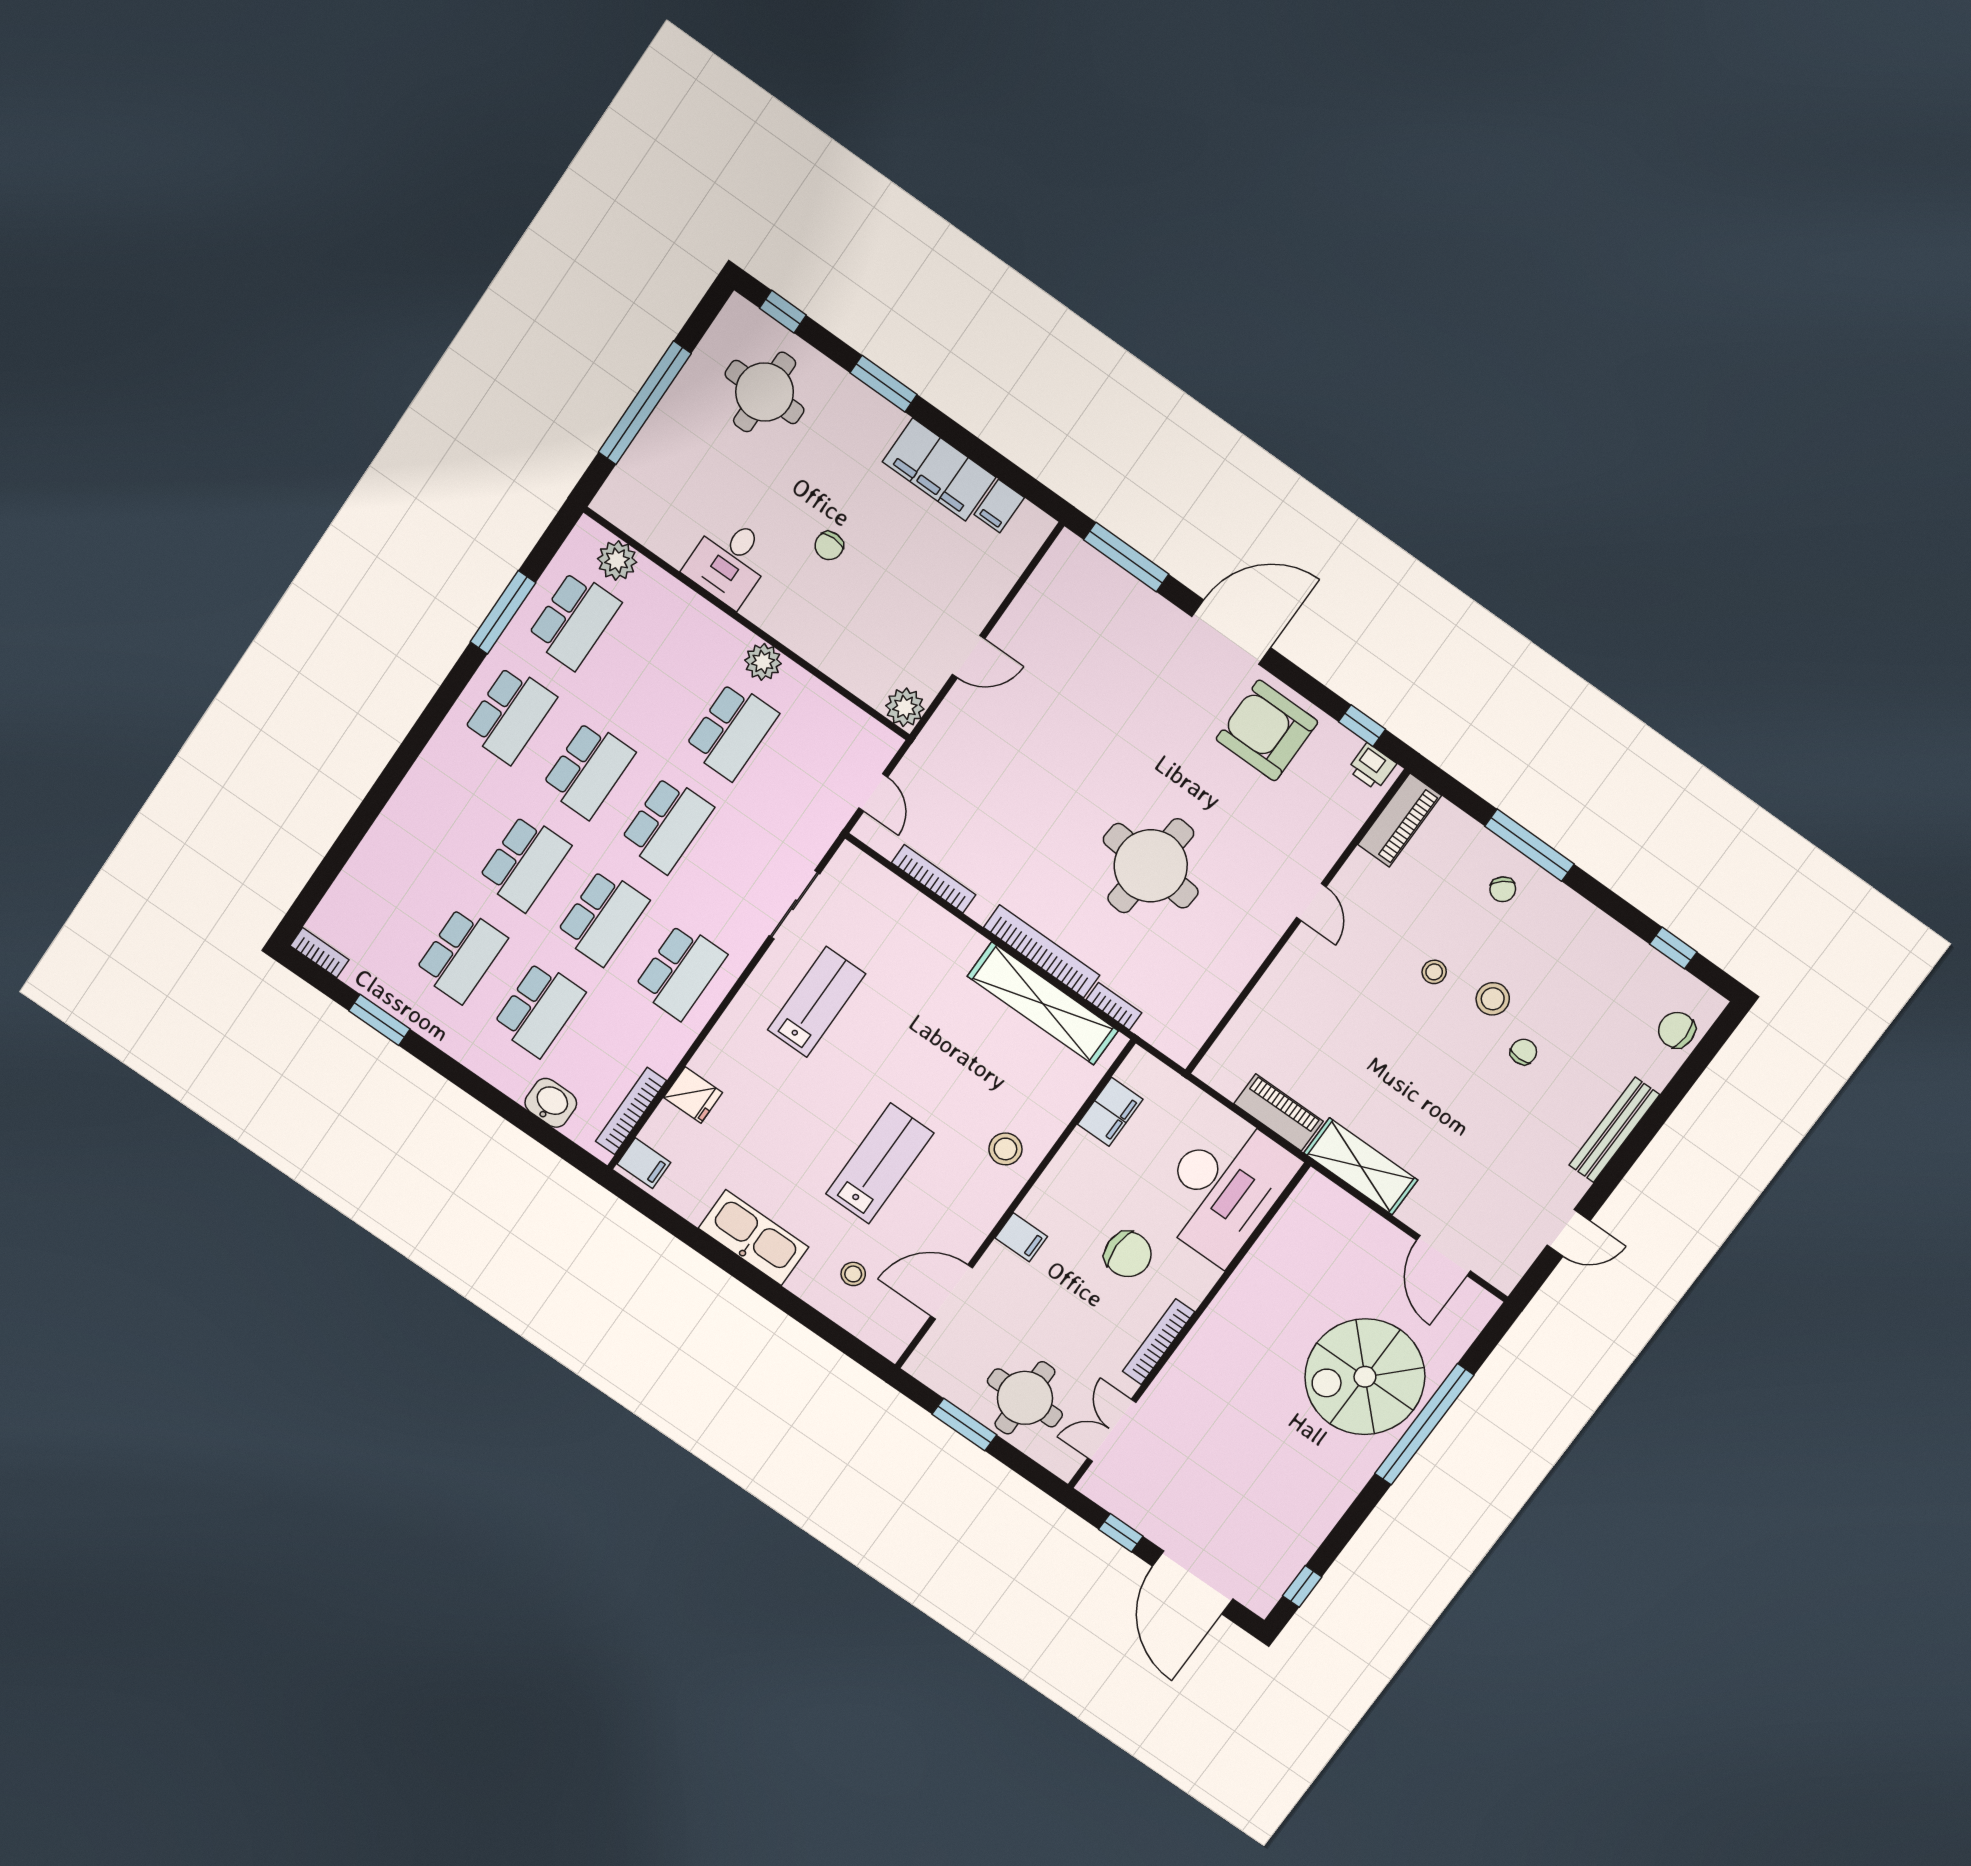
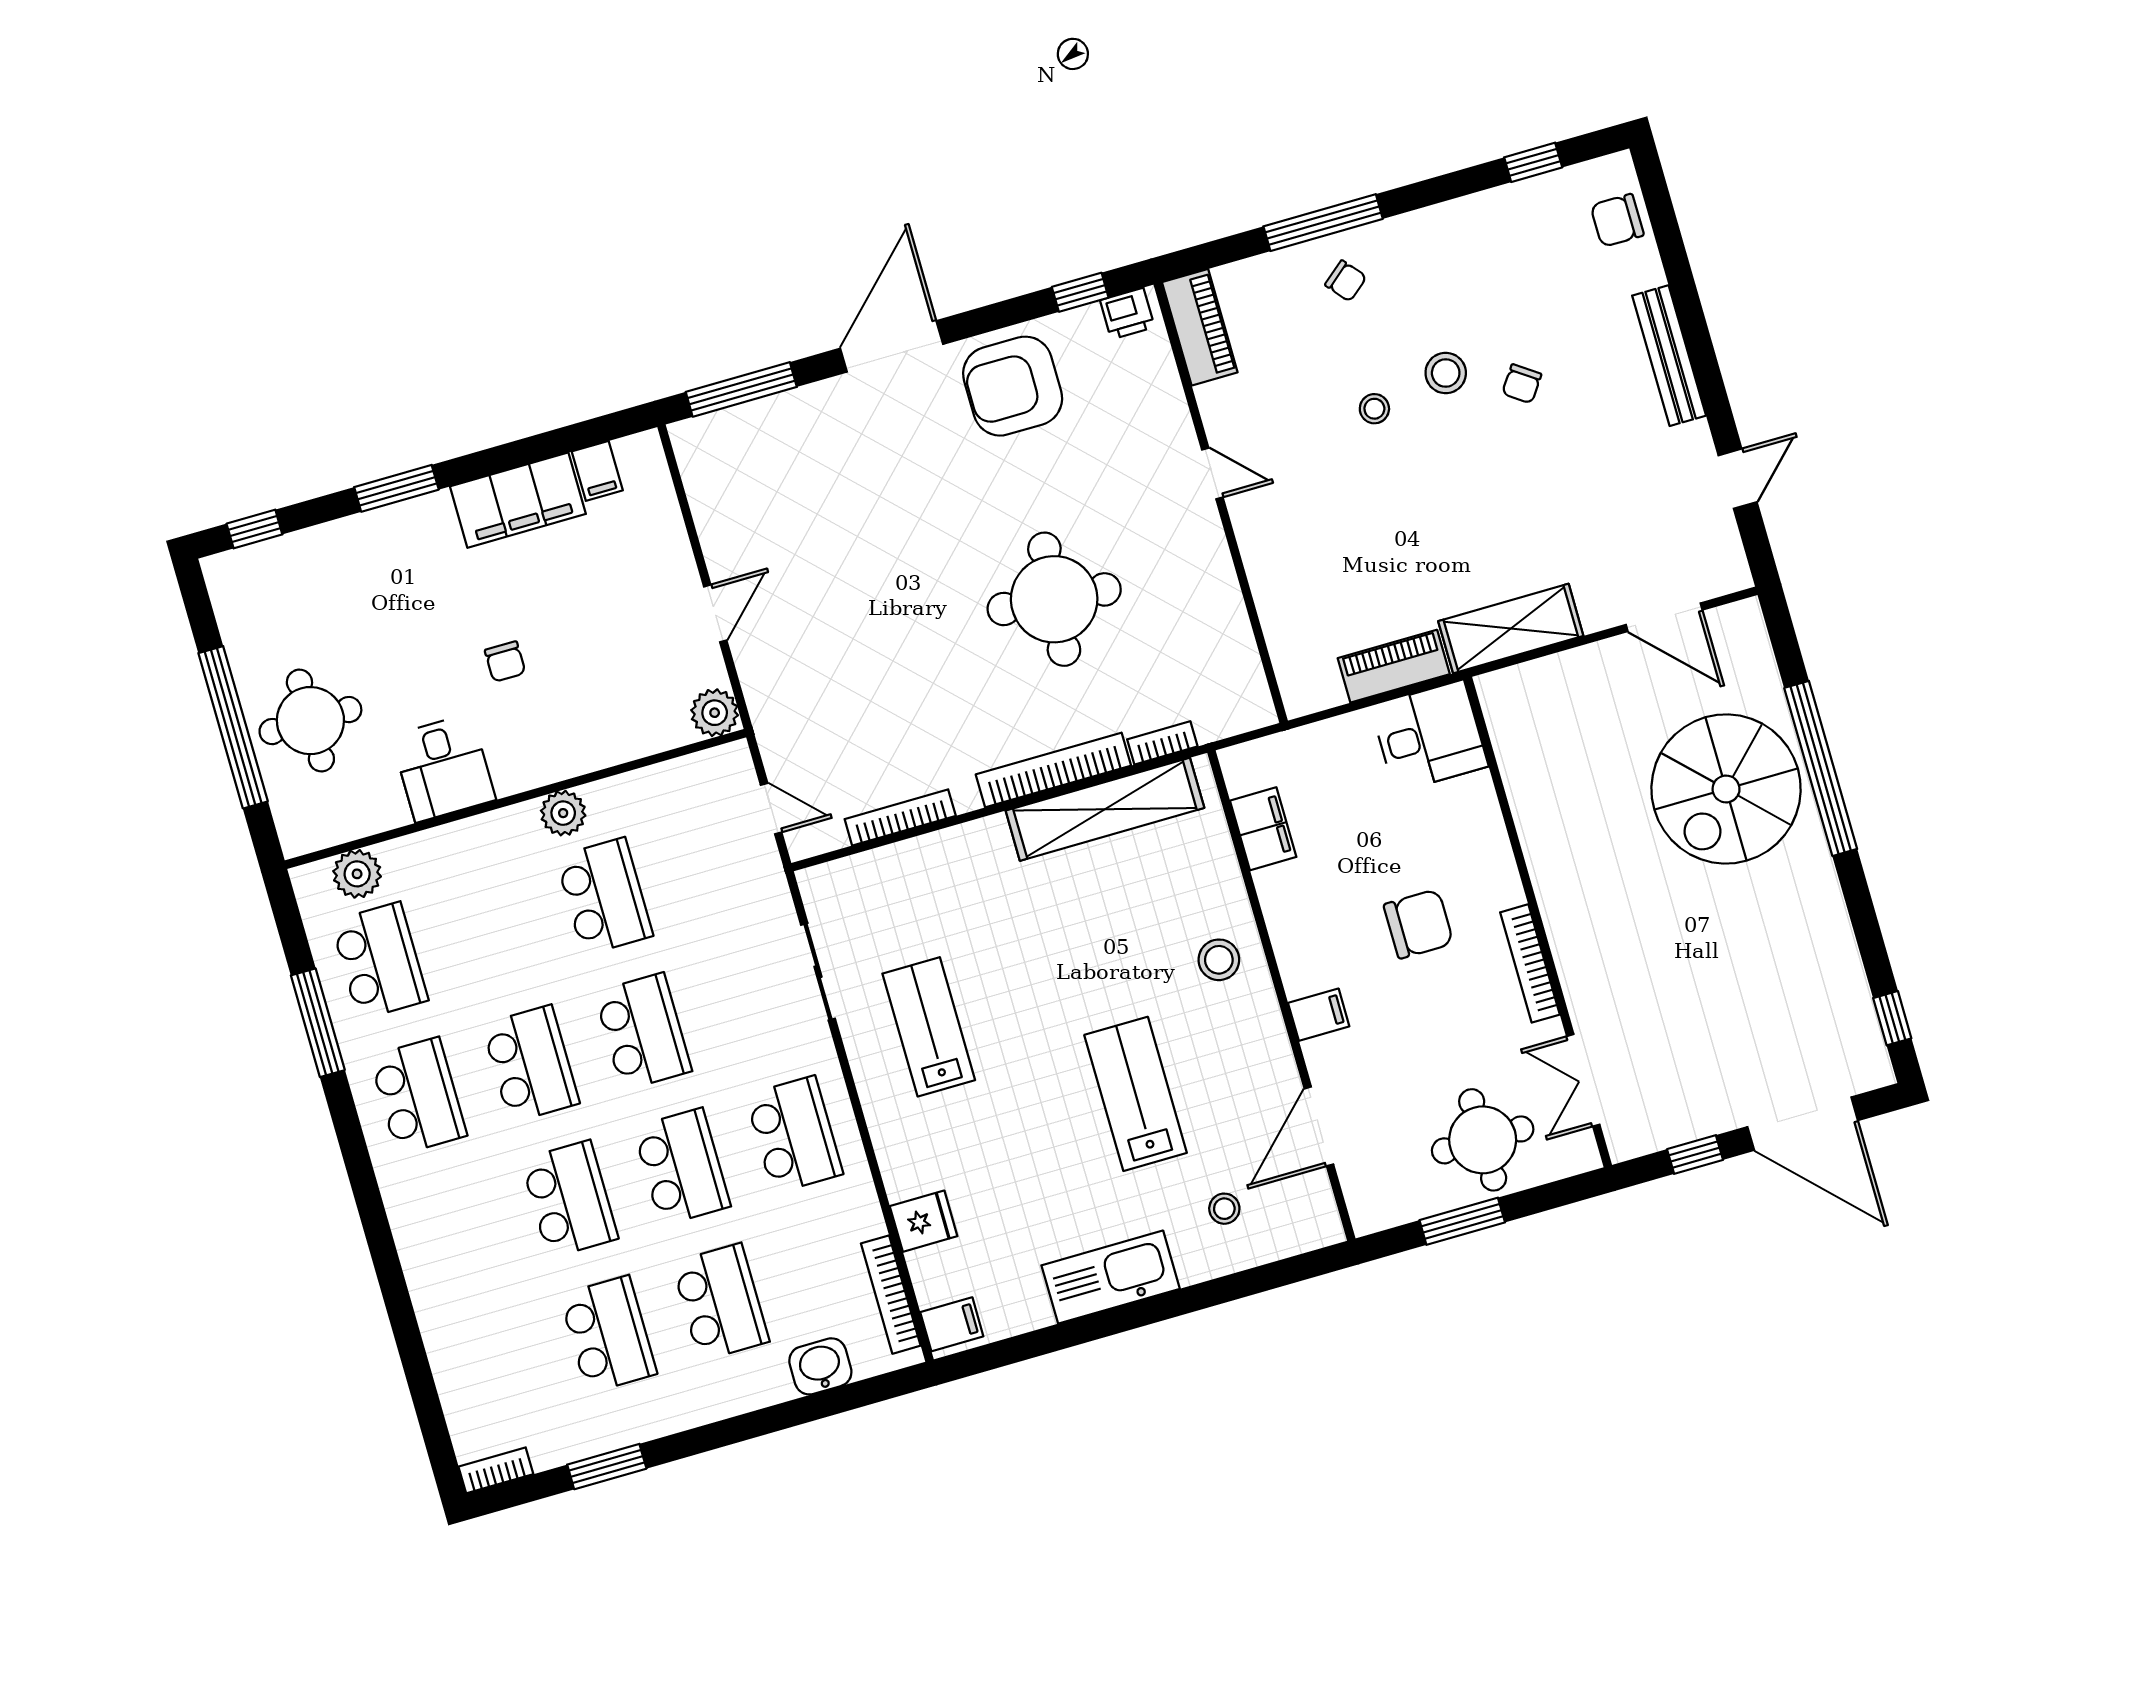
round table: (765, 392) -> (310, 721), moved
chair: (1523, 1052) -> (1522, 384), turned -145
desk: (1224, 1188) -> (1429, 736), width x0.53, depth x0.77

